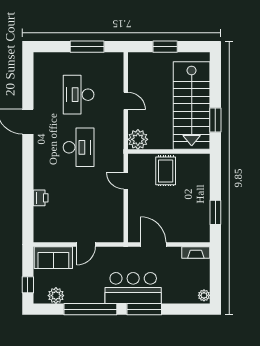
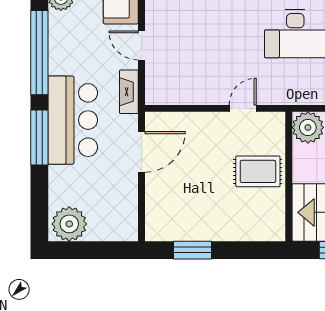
fireplace: (196, 253) -> (129, 92), moved
plant: (204, 295) -> (69, 224), width x1.88, depth x1.88

